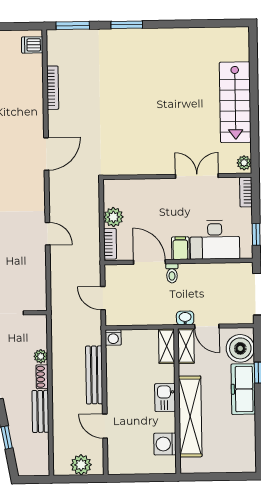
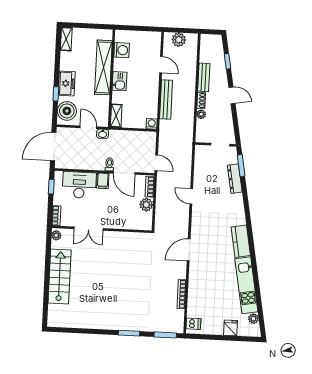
door: (103, 298) -> (156, 163), moved
shelving: (186, 346) -> (66, 39), moved
freezer: (243, 389) -> (67, 83), width x0.71

